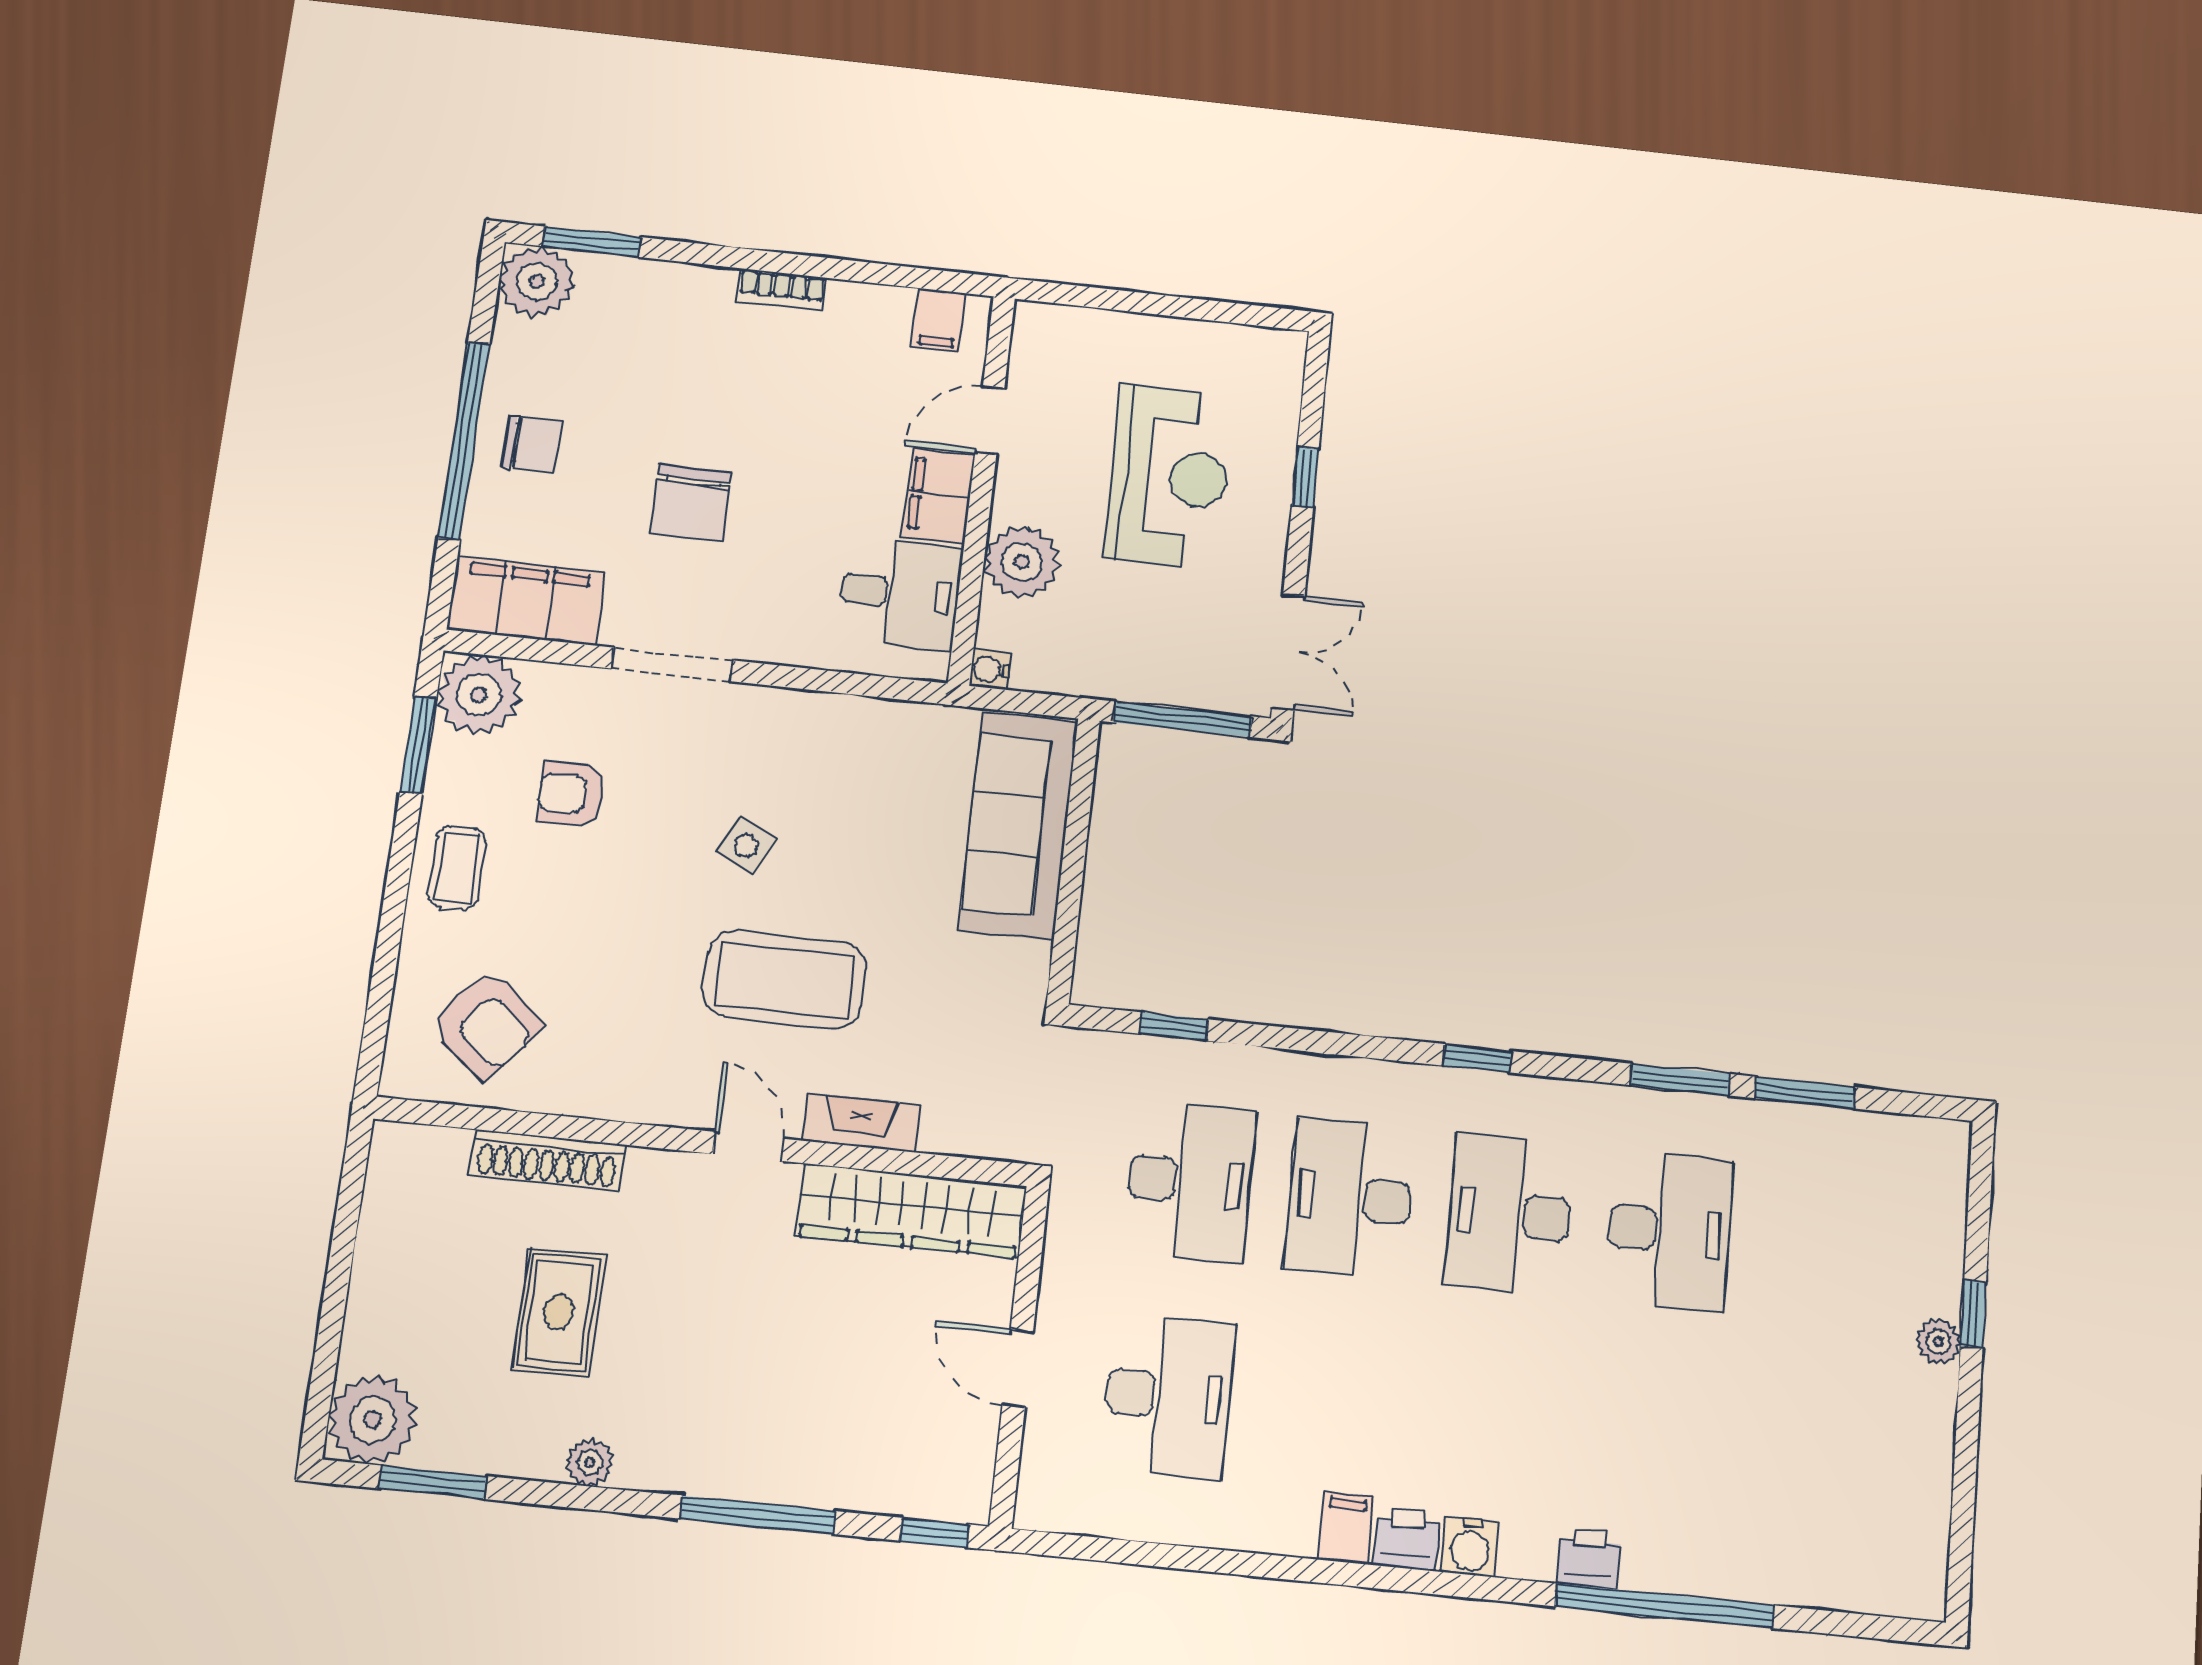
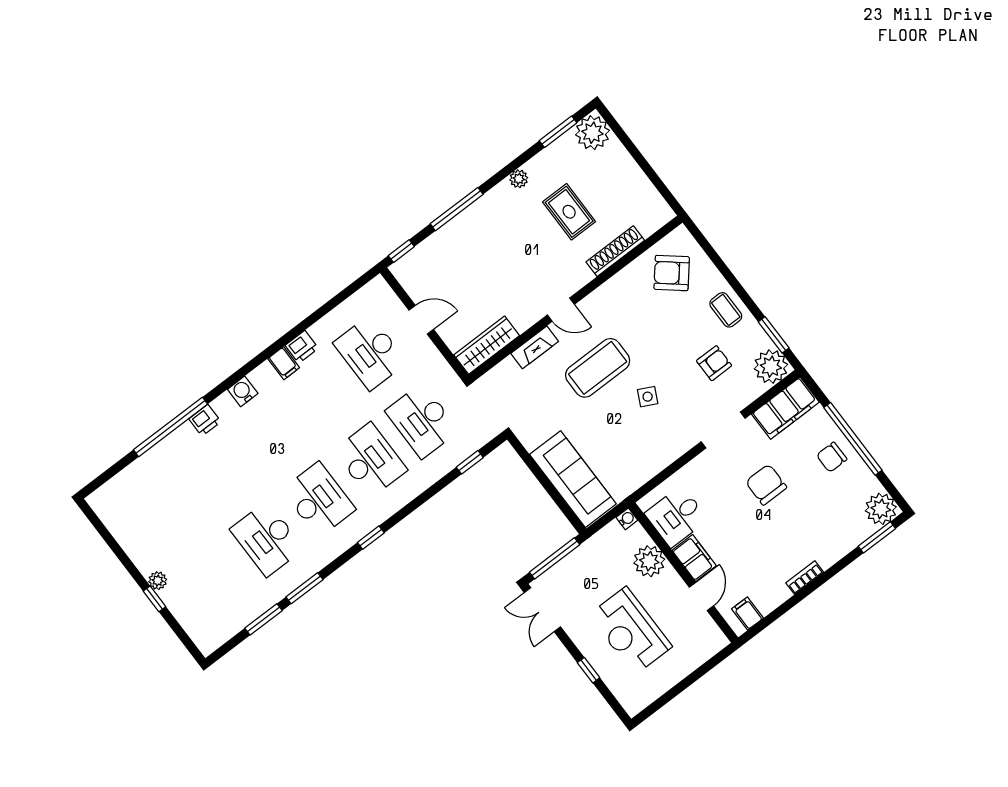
wardrobe: (911, 1211) -> (487, 345), width x0.71, depth x0.85
printer: (1407, 1539) -> (302, 347), moved

